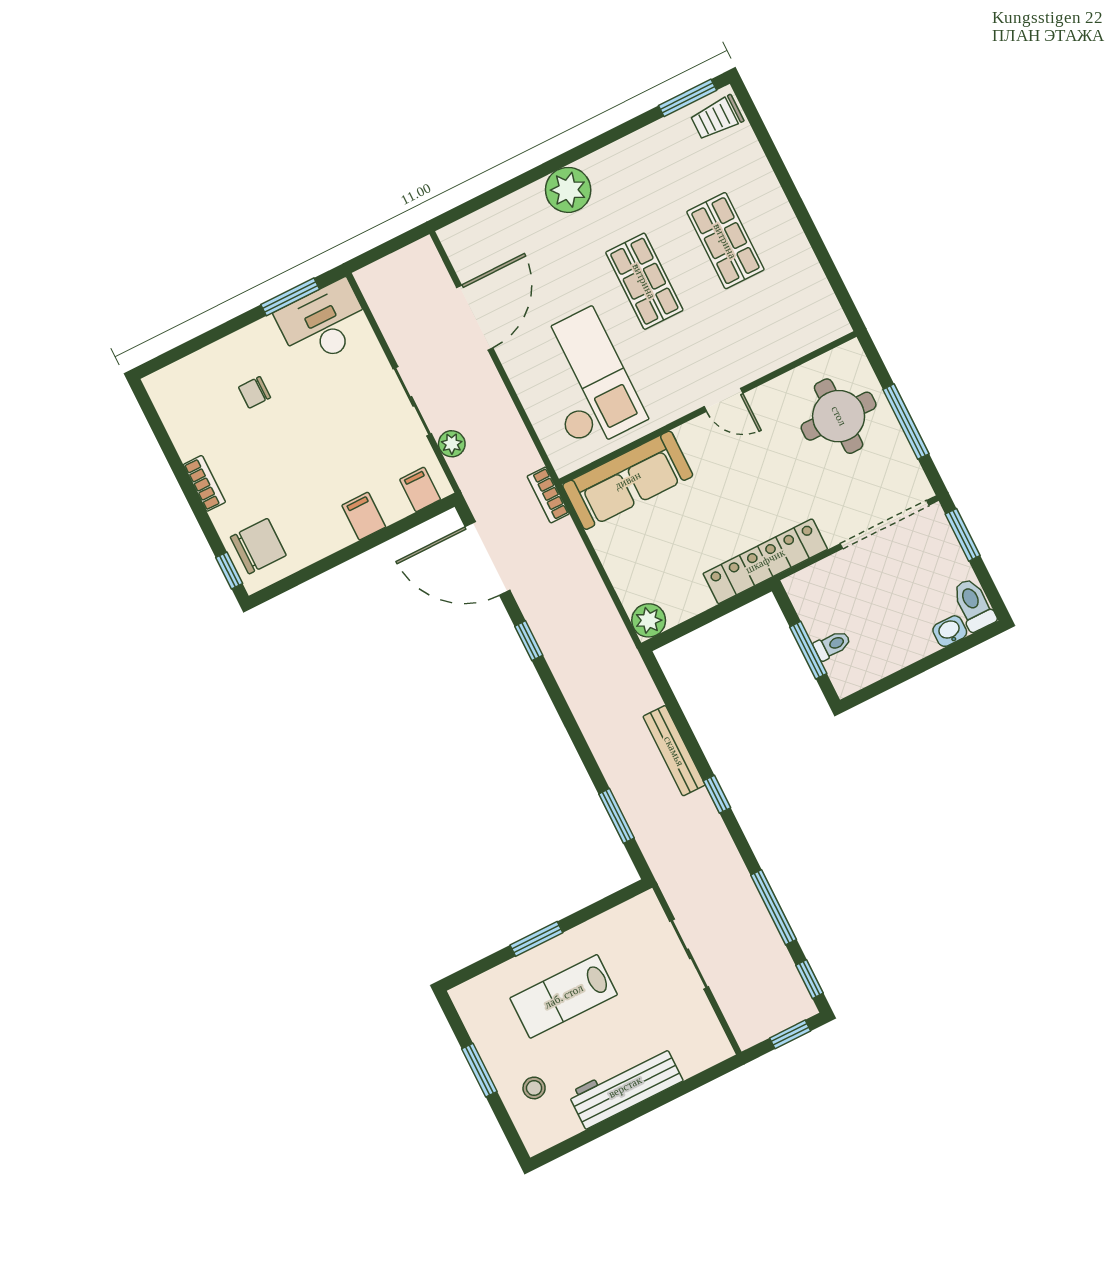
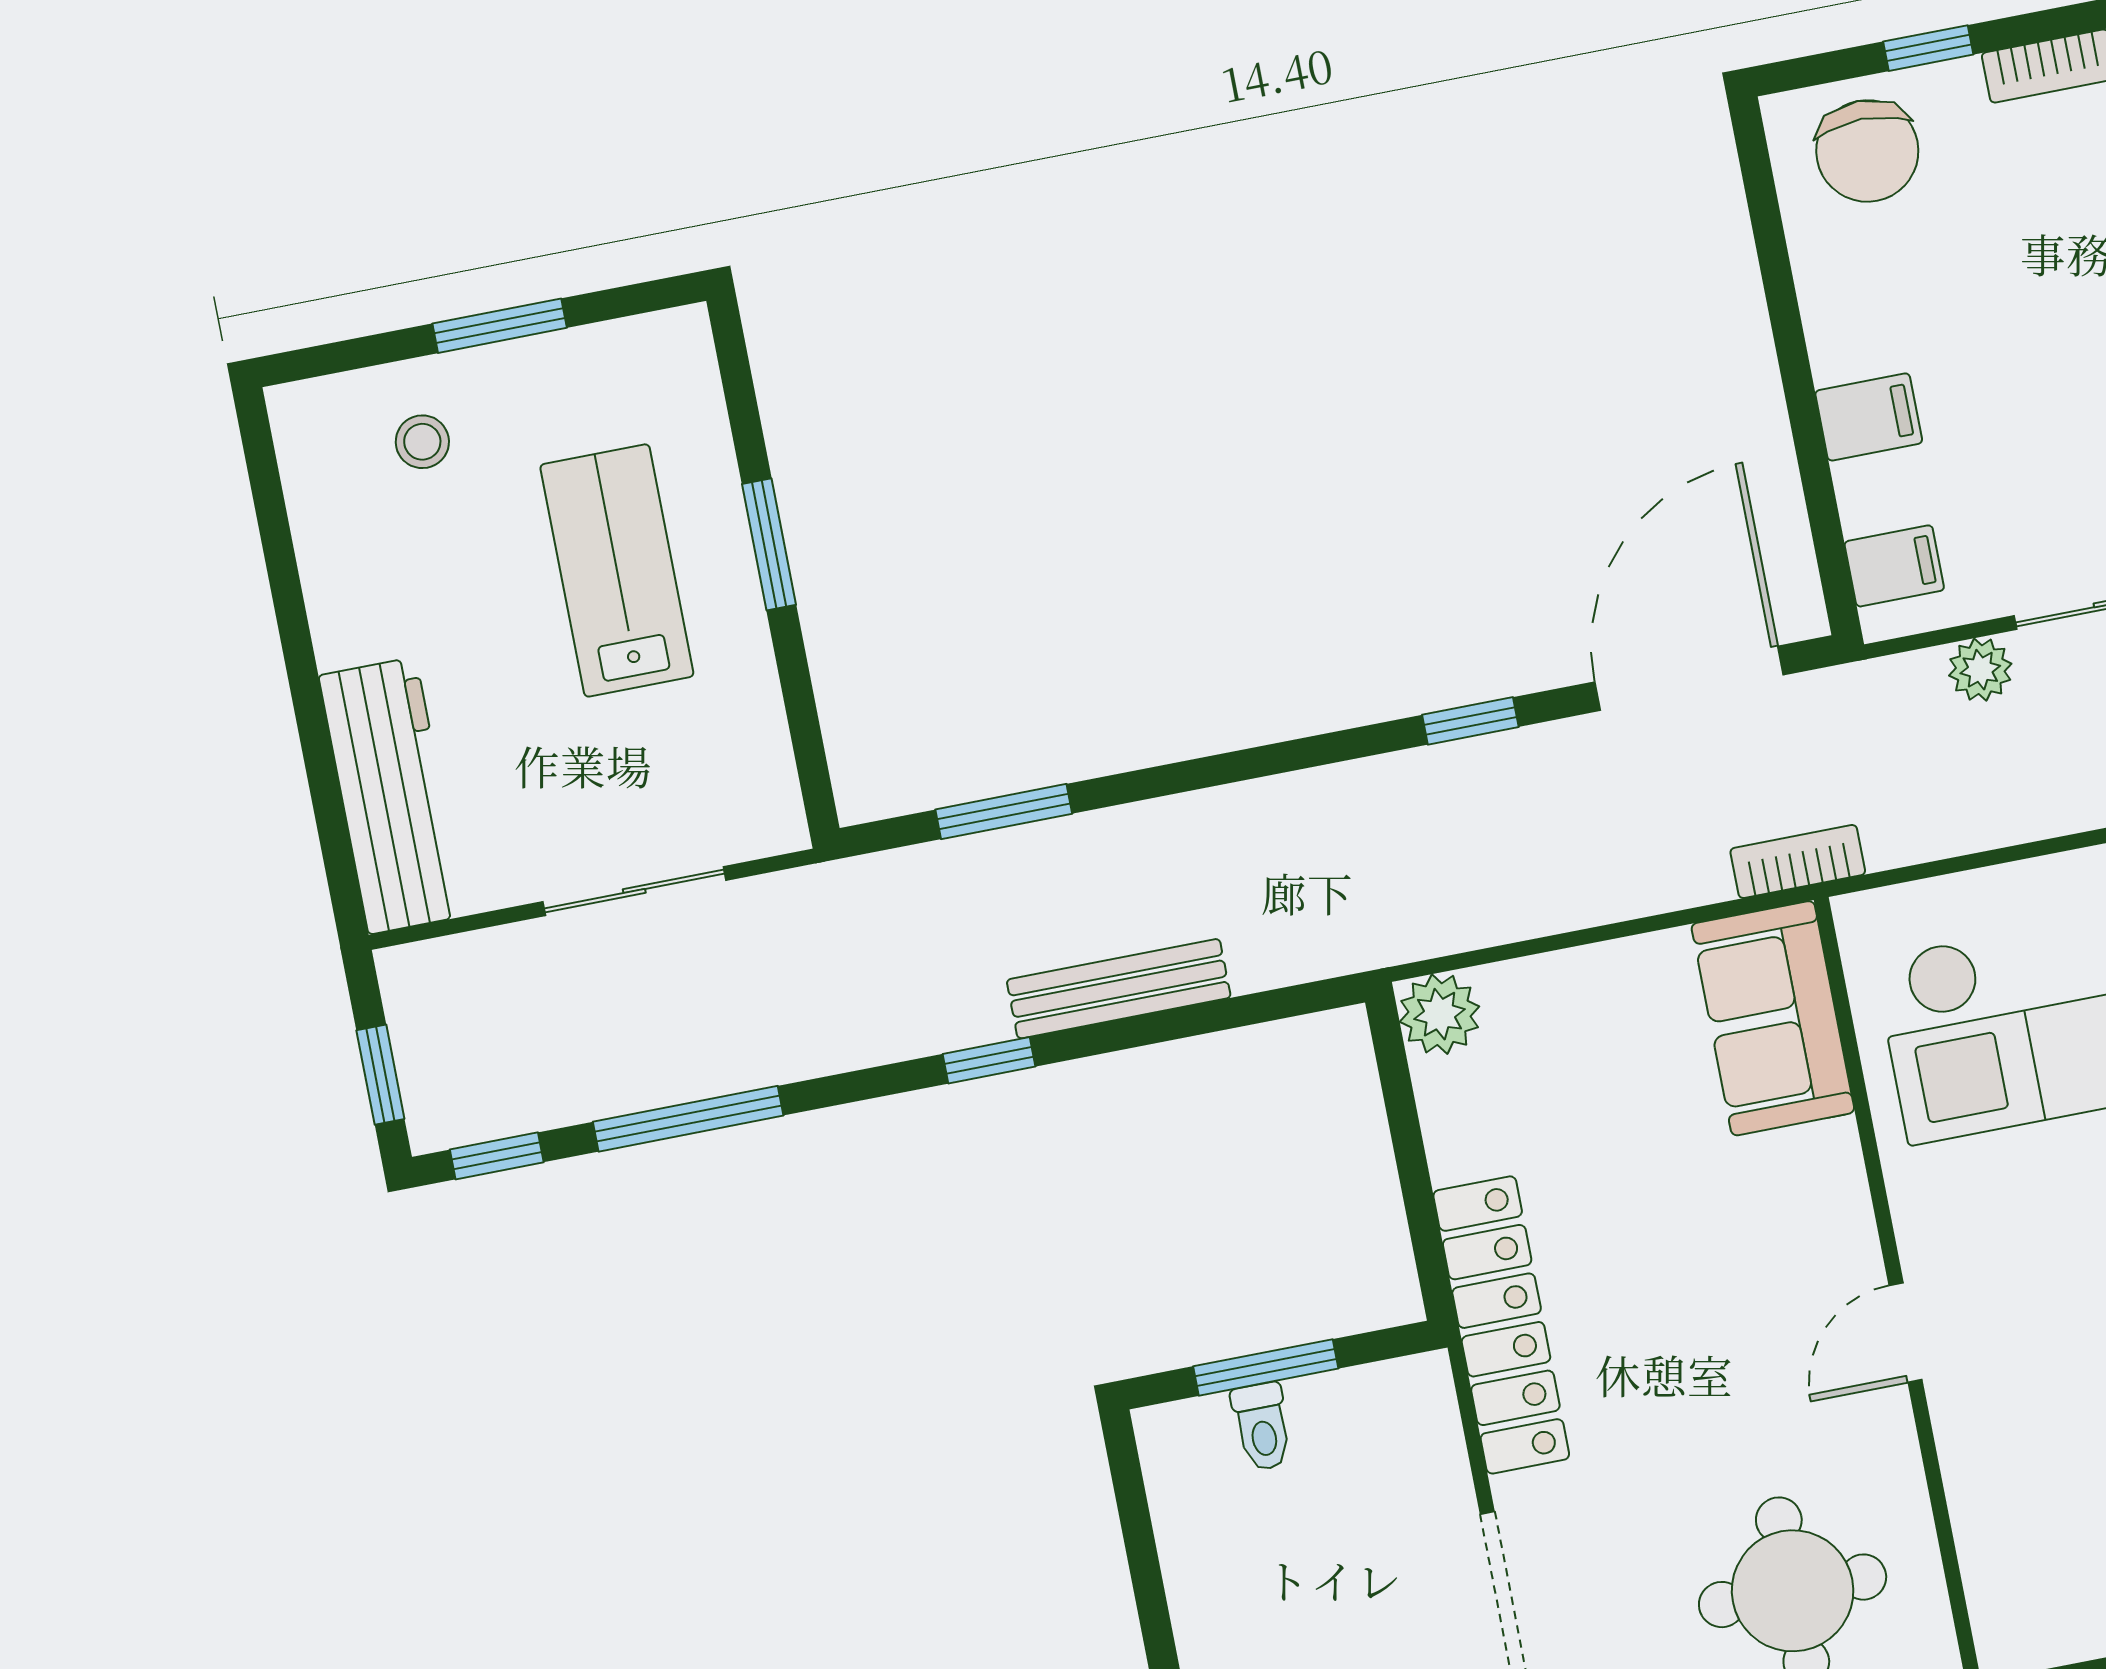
sofa: (628, 480) -> (1773, 1018), width x0.73
window: (229, 570) -> (1928, 48), moved
workbench: (625, 1087) -> (392, 796), moved

